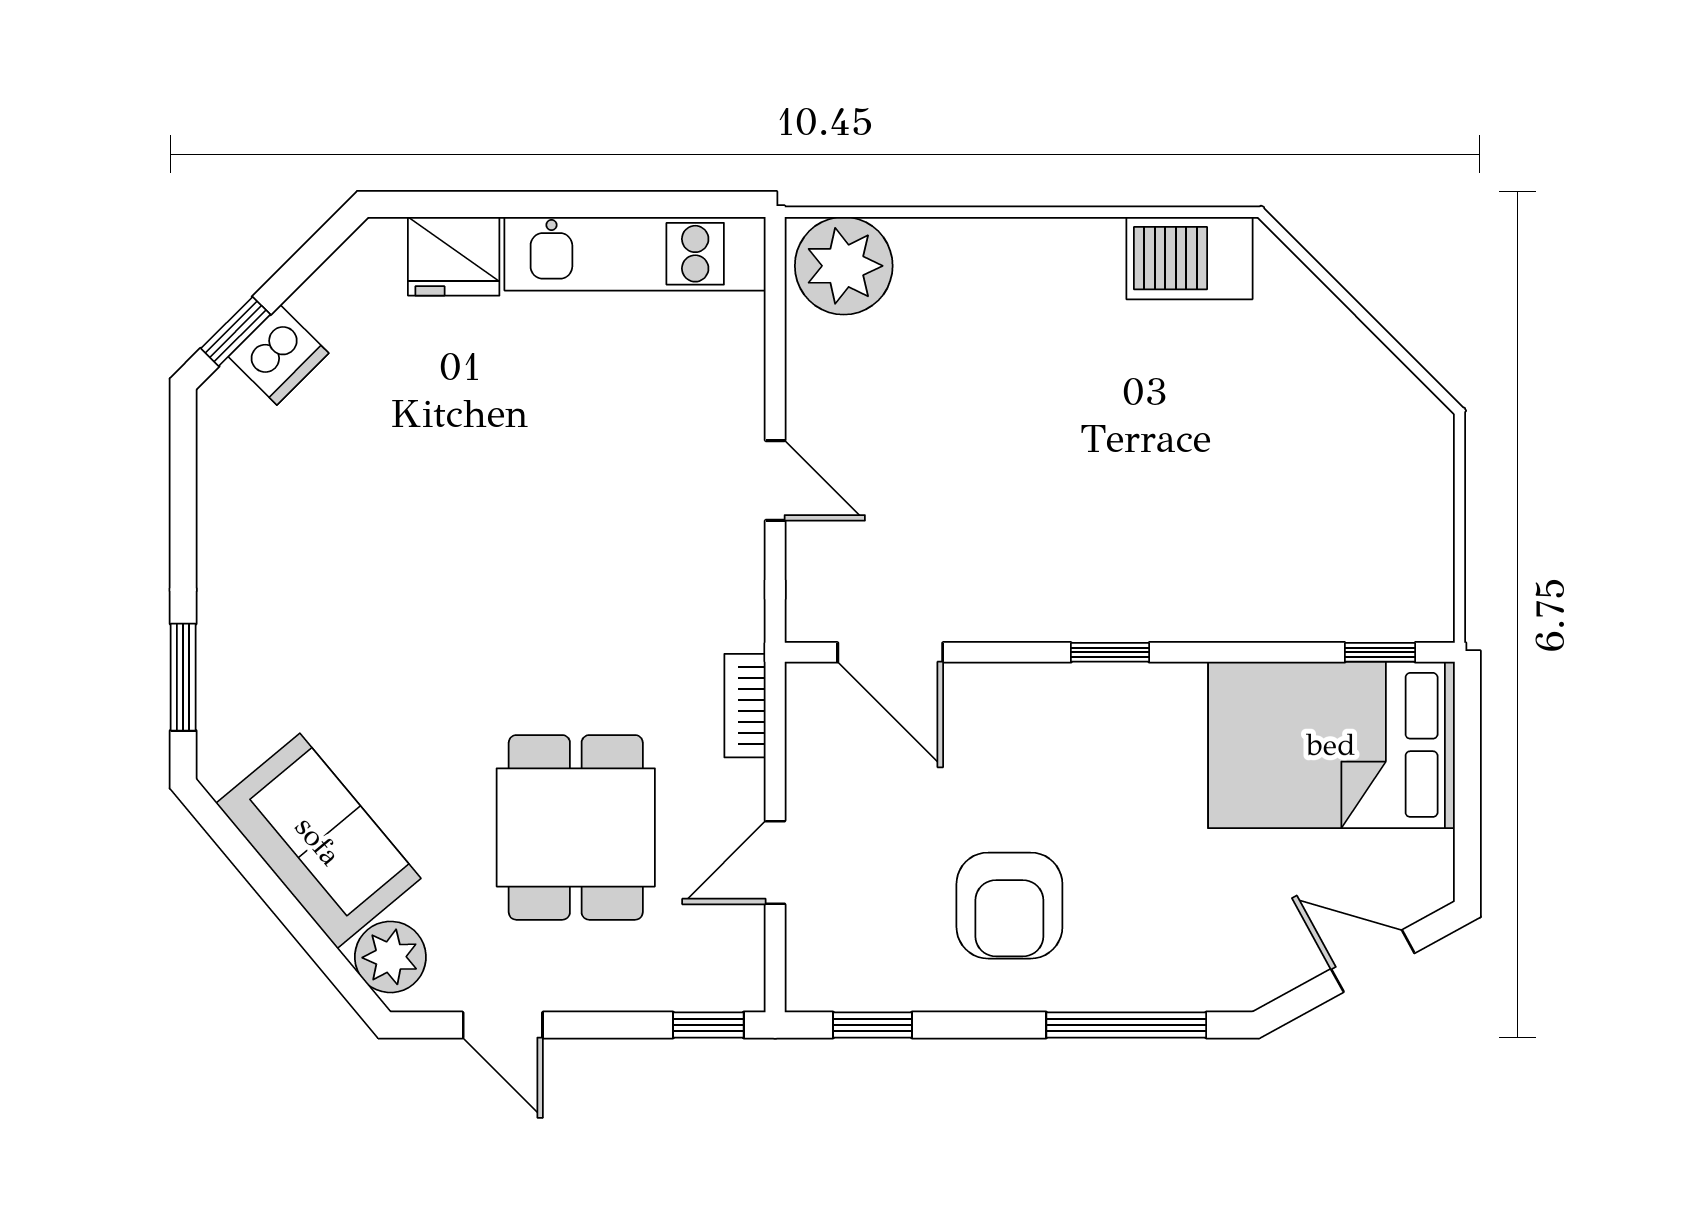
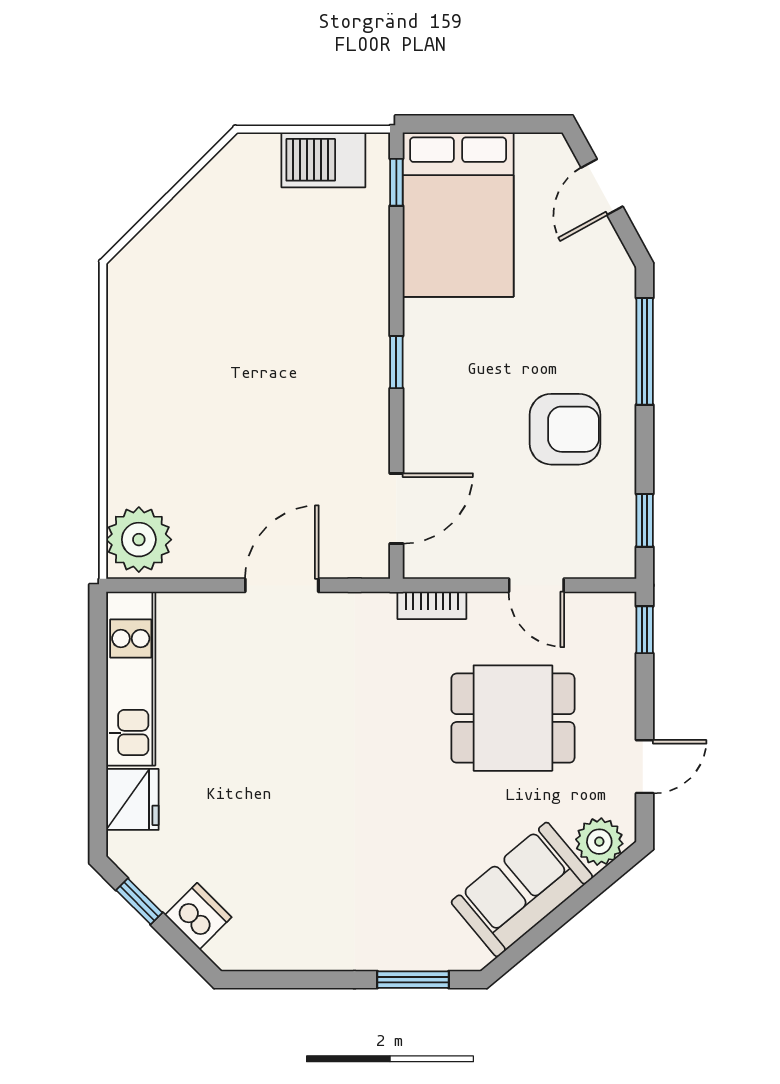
barbecue: (1189, 258) -> (323, 160), moved, turned 90
window: (236, 331) -> (139, 901), moved
door: (775, 480) -> (282, 585), width x1.38

